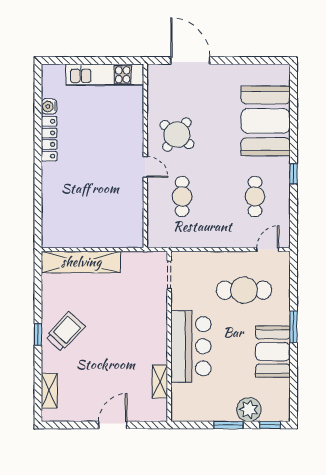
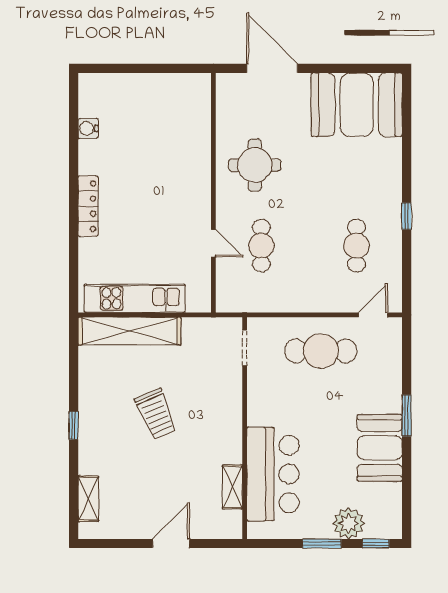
kitchen unit: (105, 75) -> (135, 298), moved, turned 180
booth: (266, 121) -> (357, 105), moved, turned 90
round table: (177, 135) -> (255, 165), turned -38
locker: (49, 139) -> (88, 206), moved
door: (145, 167) -> (213, 243), moved
cafe table: (244, 290) -> (321, 351), moved
trolley: (65, 332) -> (156, 414), moved, turned 114
bar counter: (191, 346) -> (273, 474), moved

